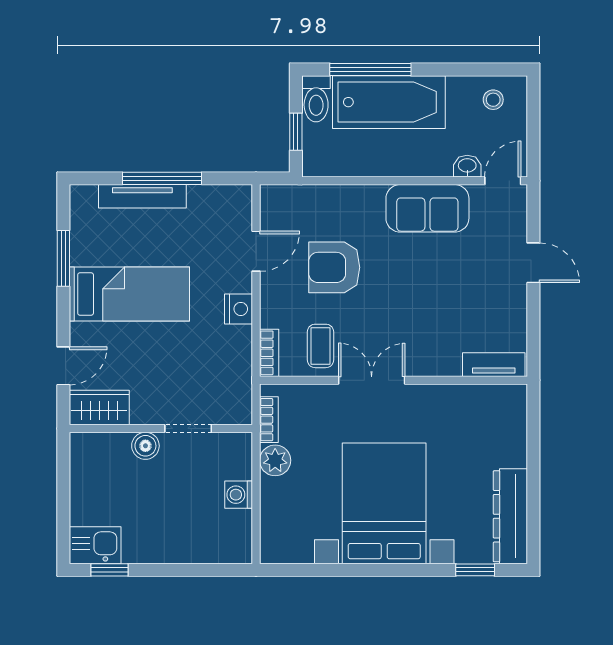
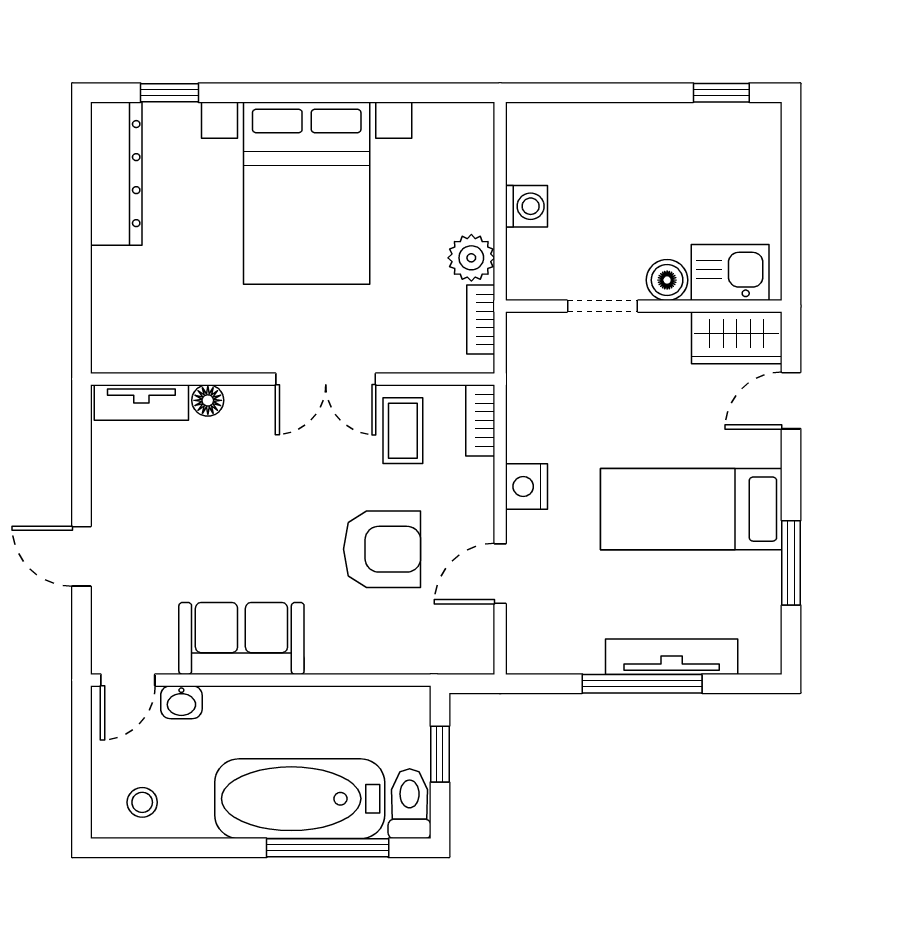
floor lamp: (450, 366) -> (208, 400), added
kitchen sink: (95, 545) -> (730, 272), moved, turned 180

